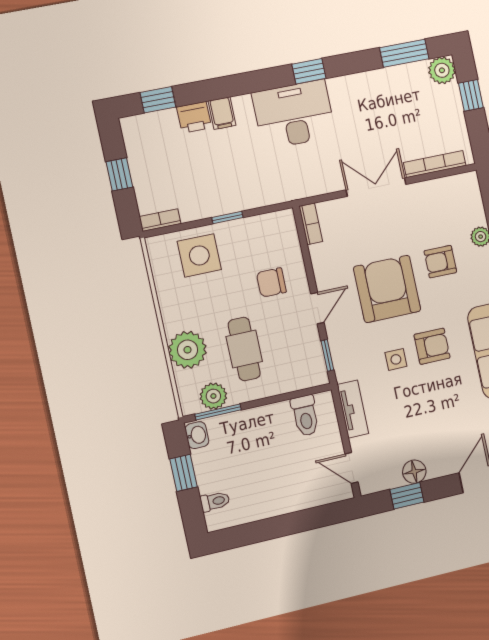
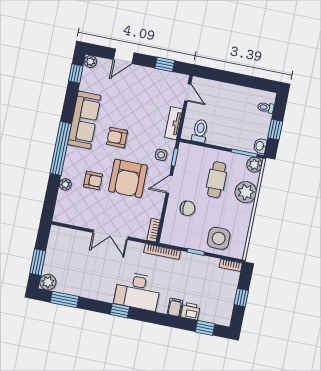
window: (471, 95) -> (38, 262), width x1.50
bookcase: (435, 164) -> (162, 252), moved
side table: (396, 359) -> (161, 155), moved
plant: (213, 396) -> (254, 165), moved
floor lamp: (414, 472) -> (155, 75), removed

